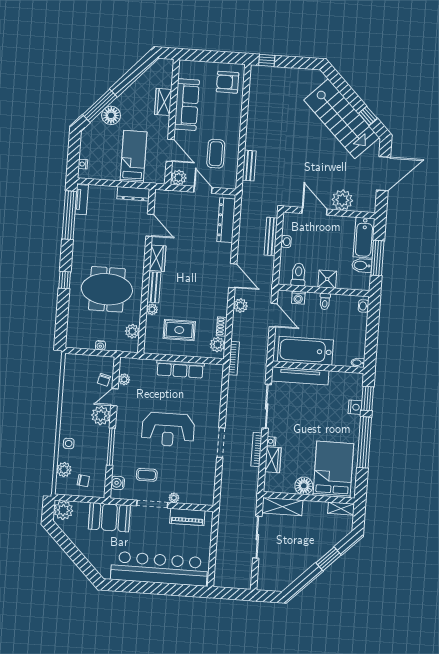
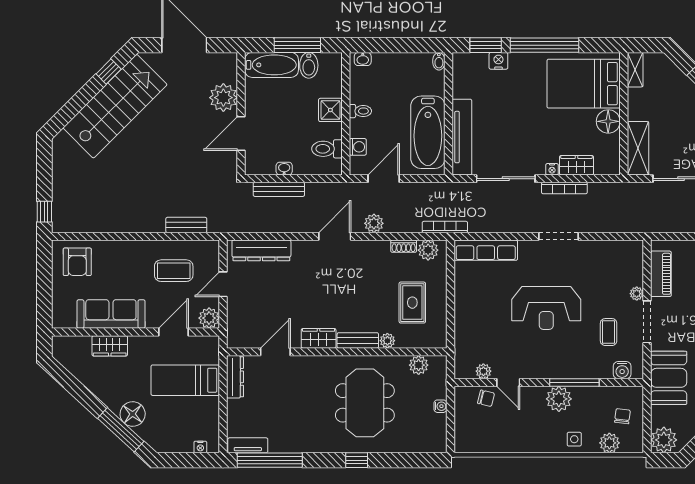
row of seats: (180, 369) -> (486, 250), moved, turned 90
plant: (101, 416) -> (559, 399), moved
reception desk: (168, 430) -> (546, 308), turned 90

